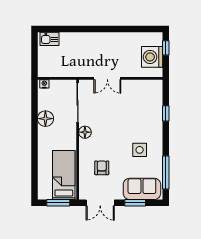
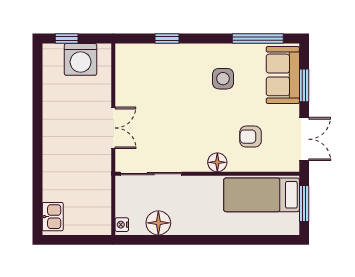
floor lamp: (45, 119) -> (158, 223), moved
floor lamp: (85, 132) -> (217, 162), moved

